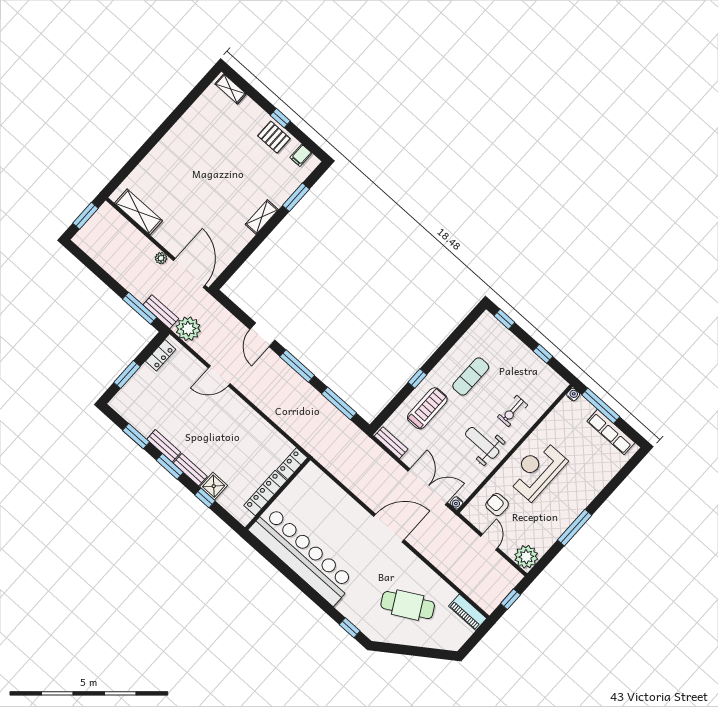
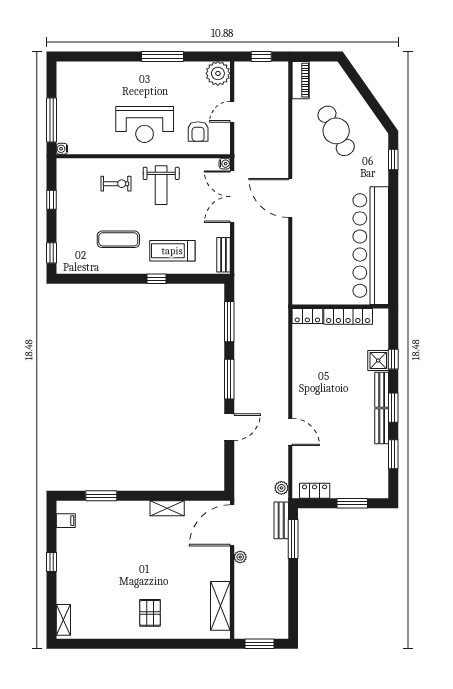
pallet: (274, 137) -> (150, 613), moved
shelving: (262, 217) -> (167, 508), moved
plant: (188, 329) -> (281, 488), width x0.53, depth x0.53
row of seats: (611, 432) -> (65, 94), removed

